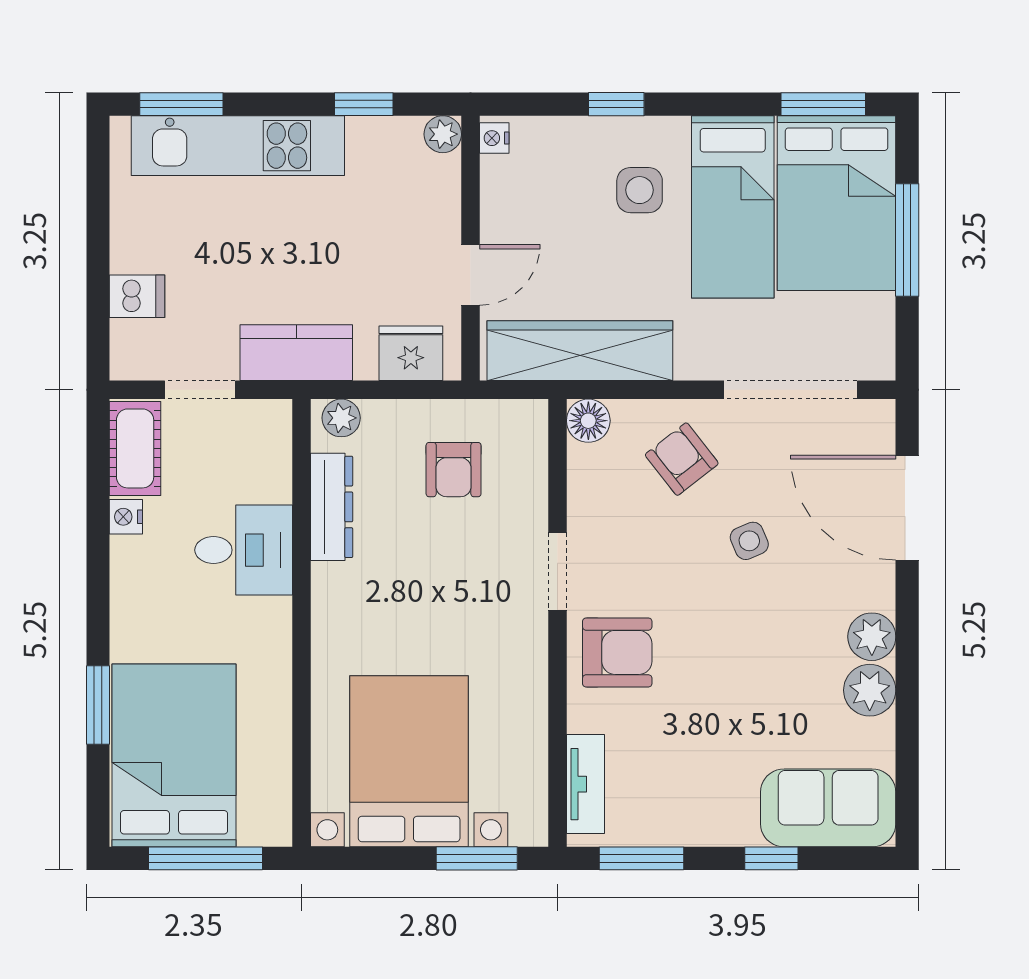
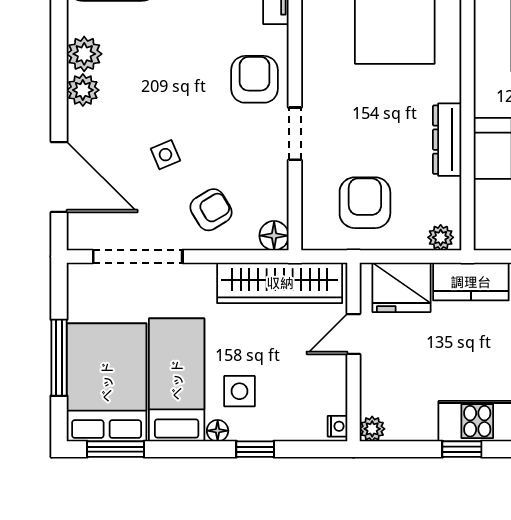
window: (364, 104) -> (462, 449), moved
floor lamp: (672, 131) -> (218, 431), added
fridge: (411, 353) -> (401, 287), width x1.36, depth x1.34
armchair: (682, 459) -> (211, 210), turned -83
armchair: (454, 470) -> (365, 203), width x1.38, depth x1.38
dresser: (332, 507) -> (447, 140), moved
armchair: (617, 652) -> (255, 79), turned 90

